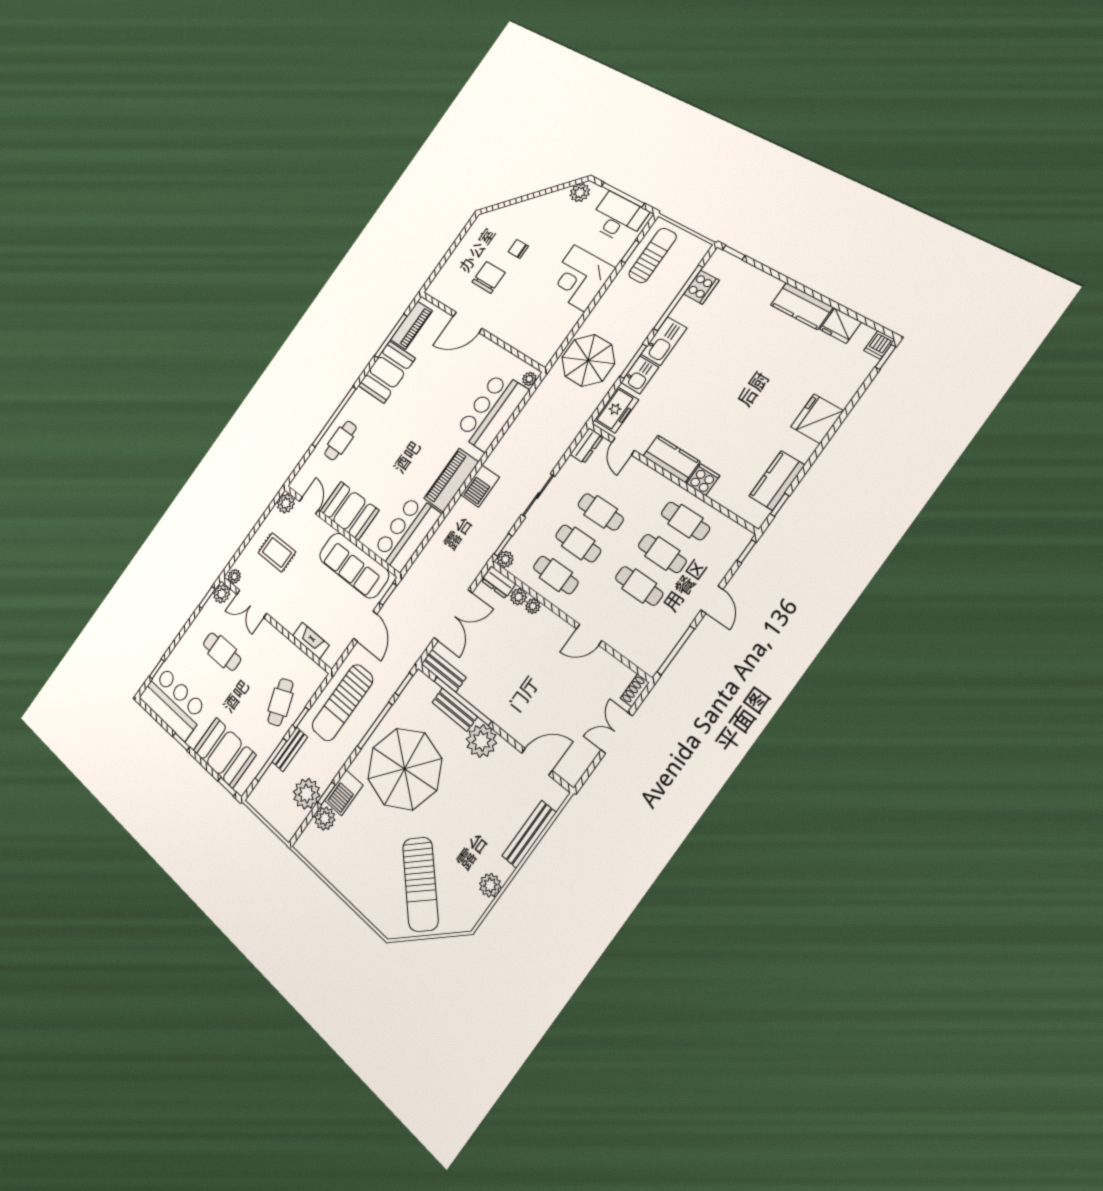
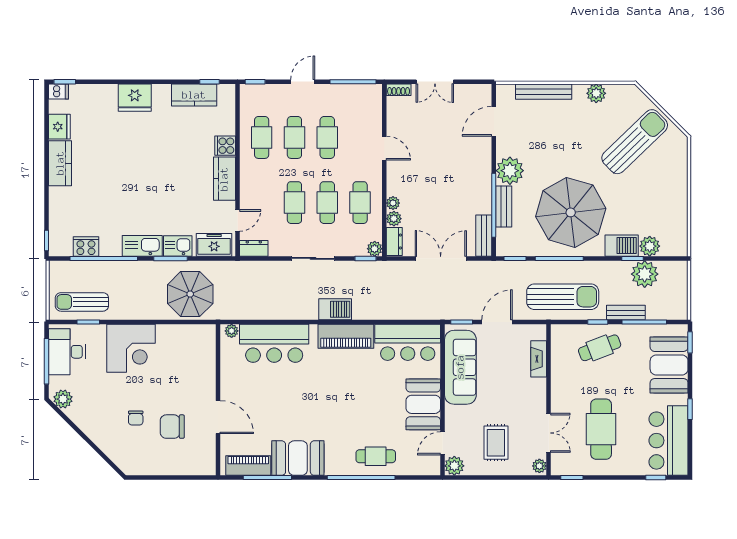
plant: (222, 594) -> (560, 466), removed
cafe table: (222, 652) -> (601, 429), width x1.37, depth x1.35
door: (537, 762) -> (494, 121), hinge flipped

